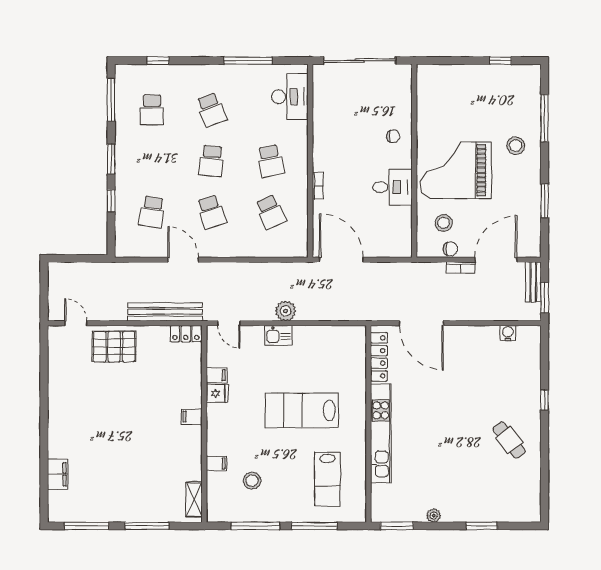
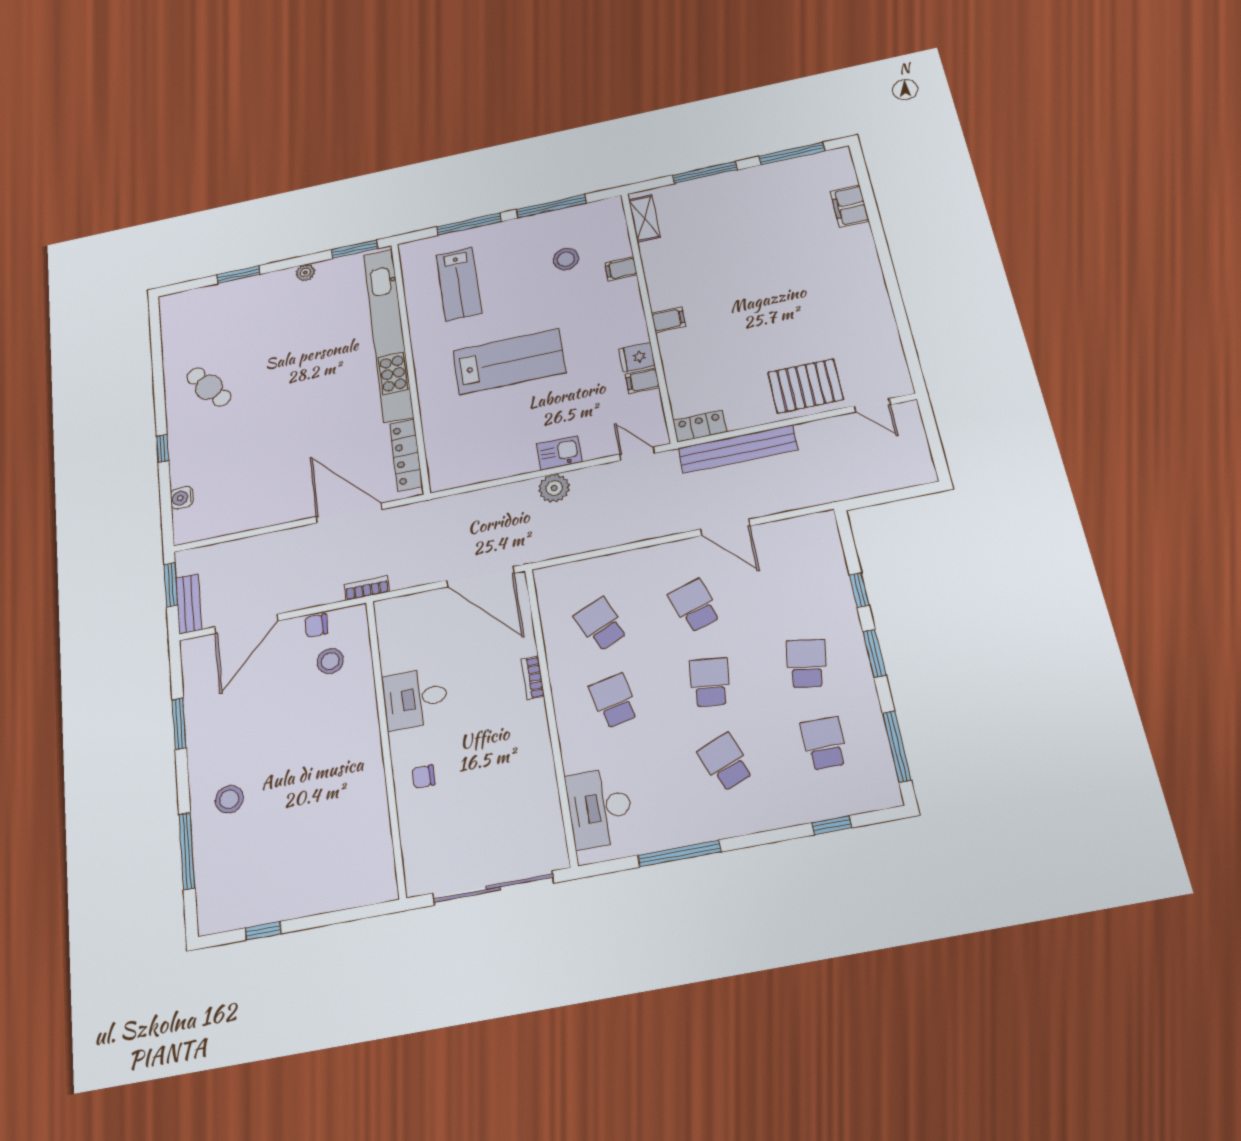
grand piano: (456, 170) -> (319, 743), removed
school desk: (152, 212) -> (806, 663), moved
bookcase: (461, 268) -> (367, 588), moved
water cooler: (508, 333) -> (182, 498), moved, turned 90
kitchen unit: (381, 433) -> (388, 334), width x1.36
lab bench: (327, 479) -> (459, 284), turned 180

